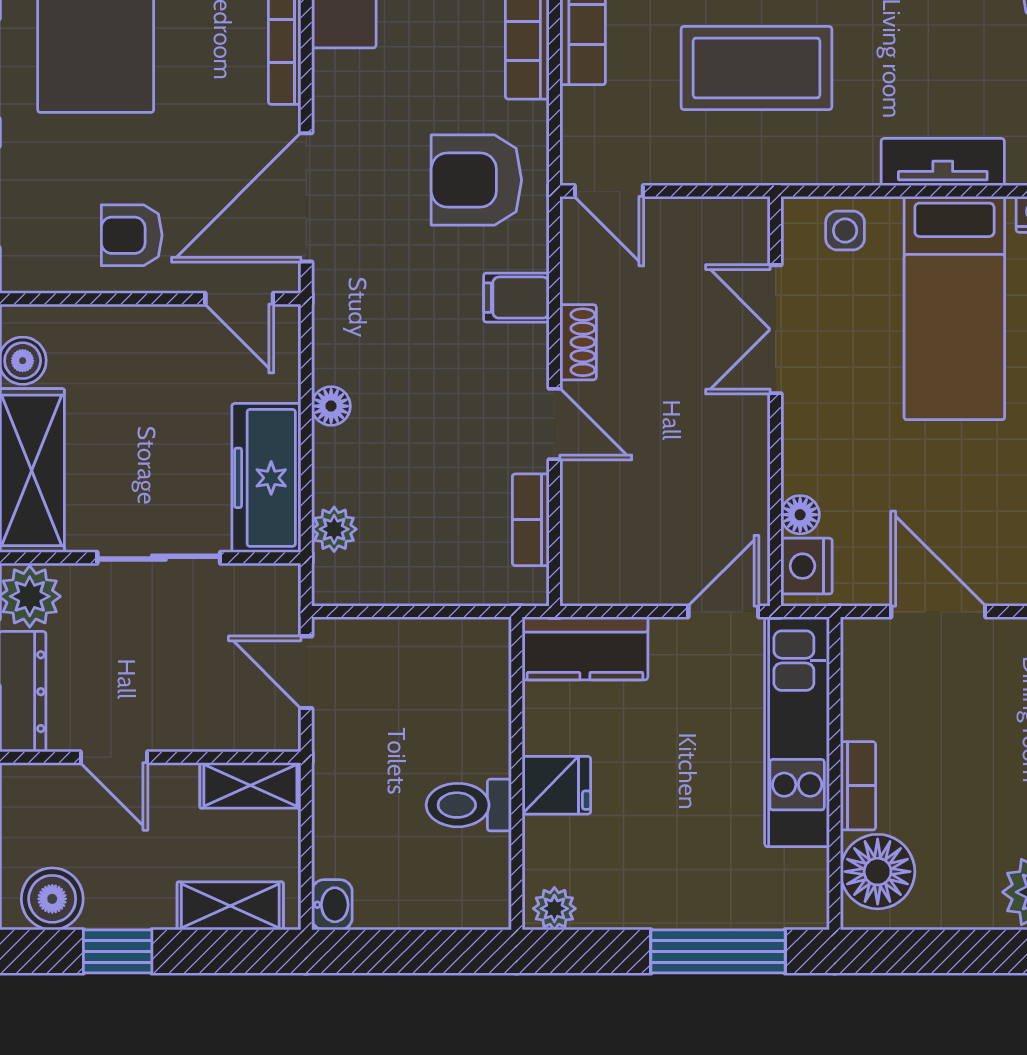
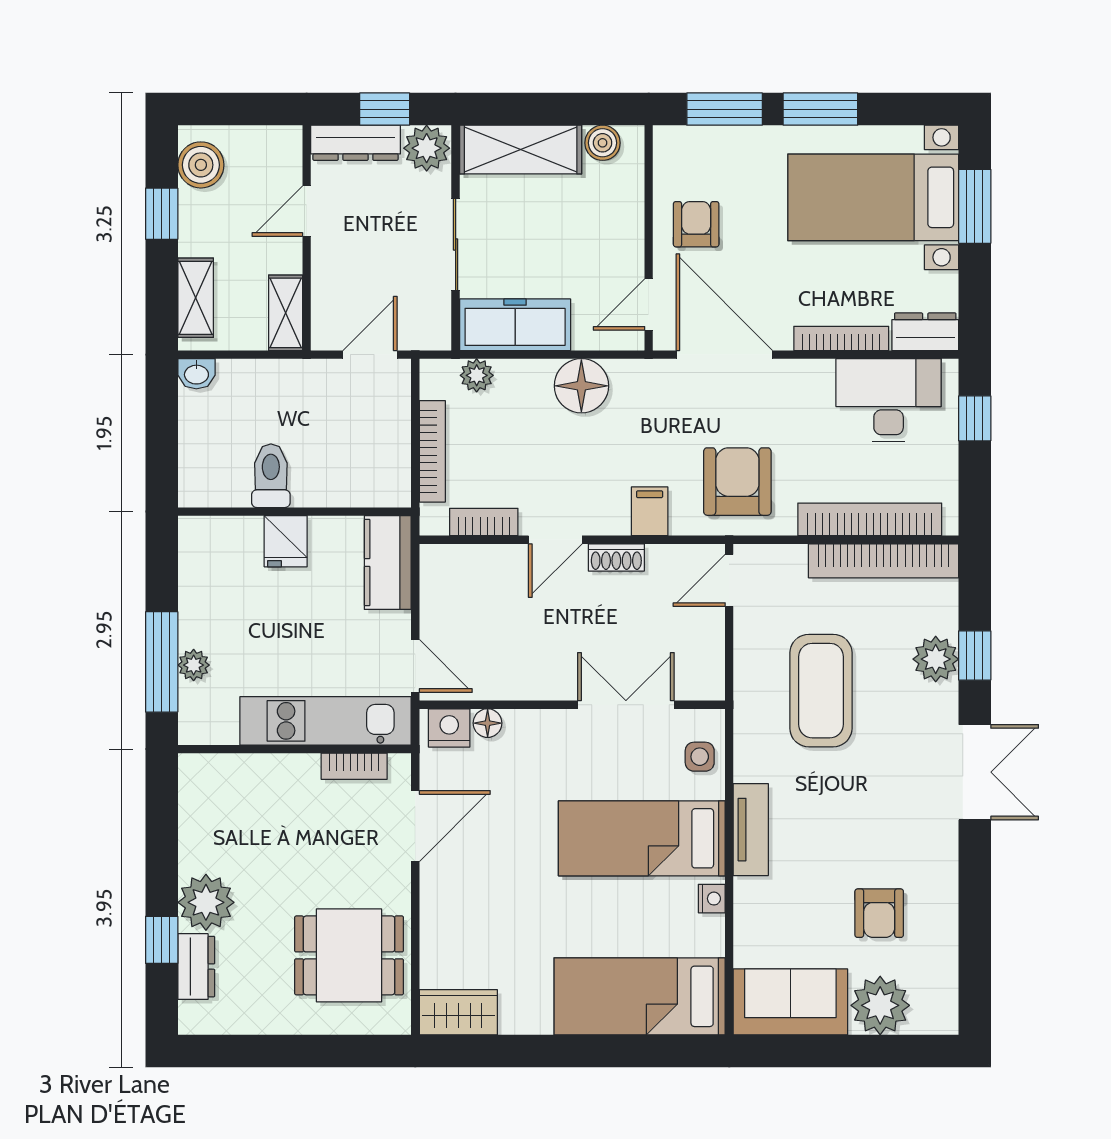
floor lamp: (331, 406) -> (581, 386), width x1.89, depth x1.89
bookcase: (436, 589) -> (432, 451), added
bookcase: (858, 786) -> (354, 766), moved
floor lamp: (878, 872) -> (221, 781), removed
plant: (554, 909) -> (194, 665), moved

